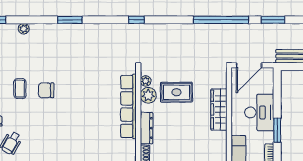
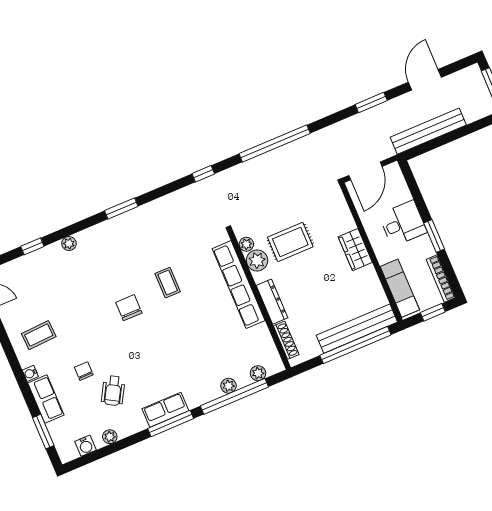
window: (221, 20) -> (275, 143), moved
coffee table: (20, 89) -> (168, 283), moved
chair: (46, 90) -> (129, 308), turned 90
wardrobe: (219, 110) -> (355, 250), width x0.67
desk: (259, 112) -> (403, 224), width x0.73

